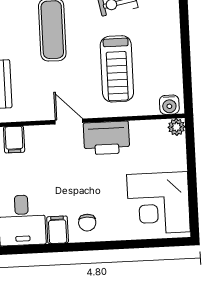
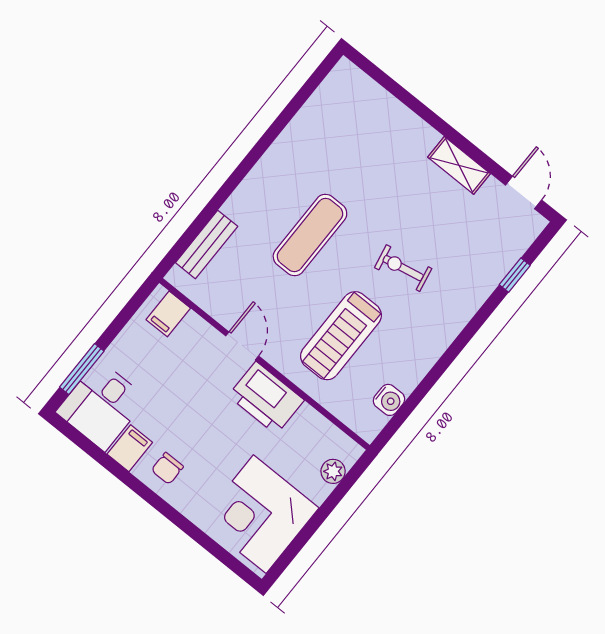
water cooler: (169, 105) -> (389, 400), moved, turned -90
plant: (176, 127) -> (333, 471), moved

